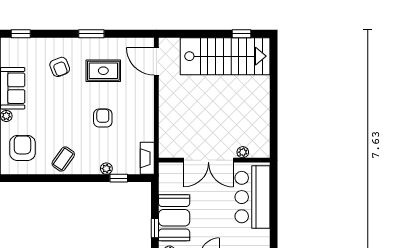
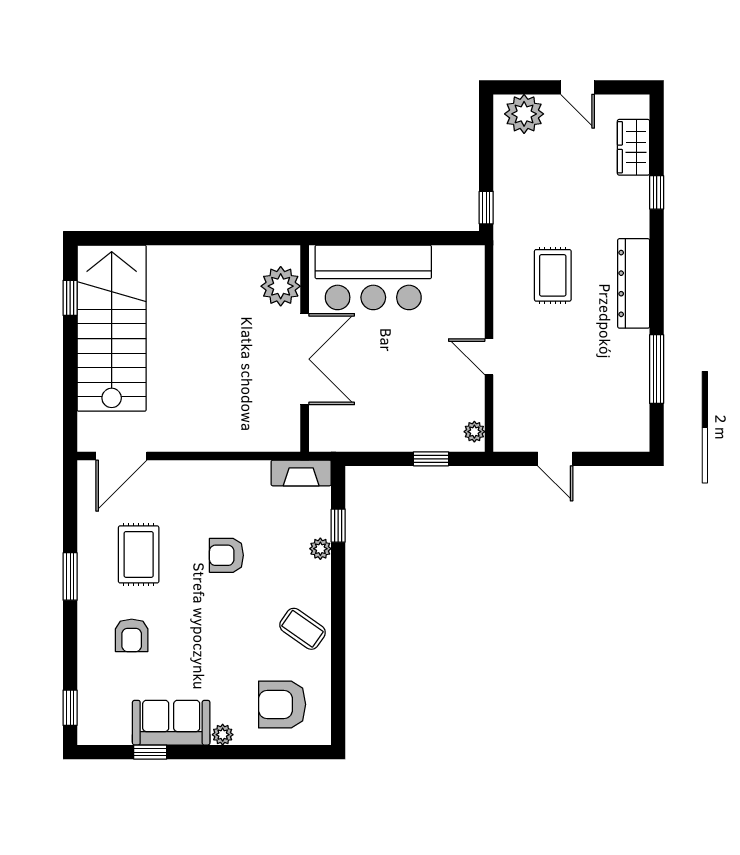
armchair: (60, 67) -> (132, 635), turned 111
plant: (243, 152) -> (281, 286), width x1.87, depth x1.87
booth: (174, 218) -> (412, 423), removed

